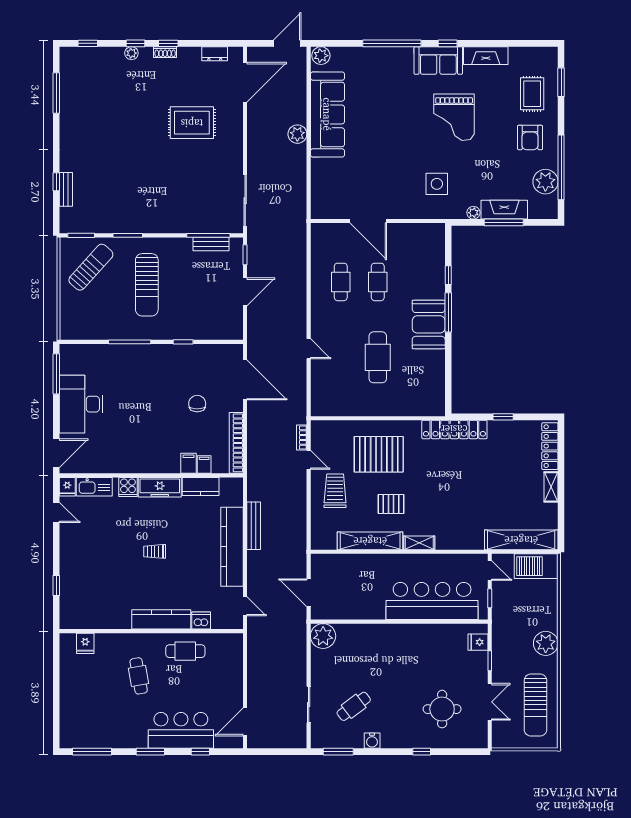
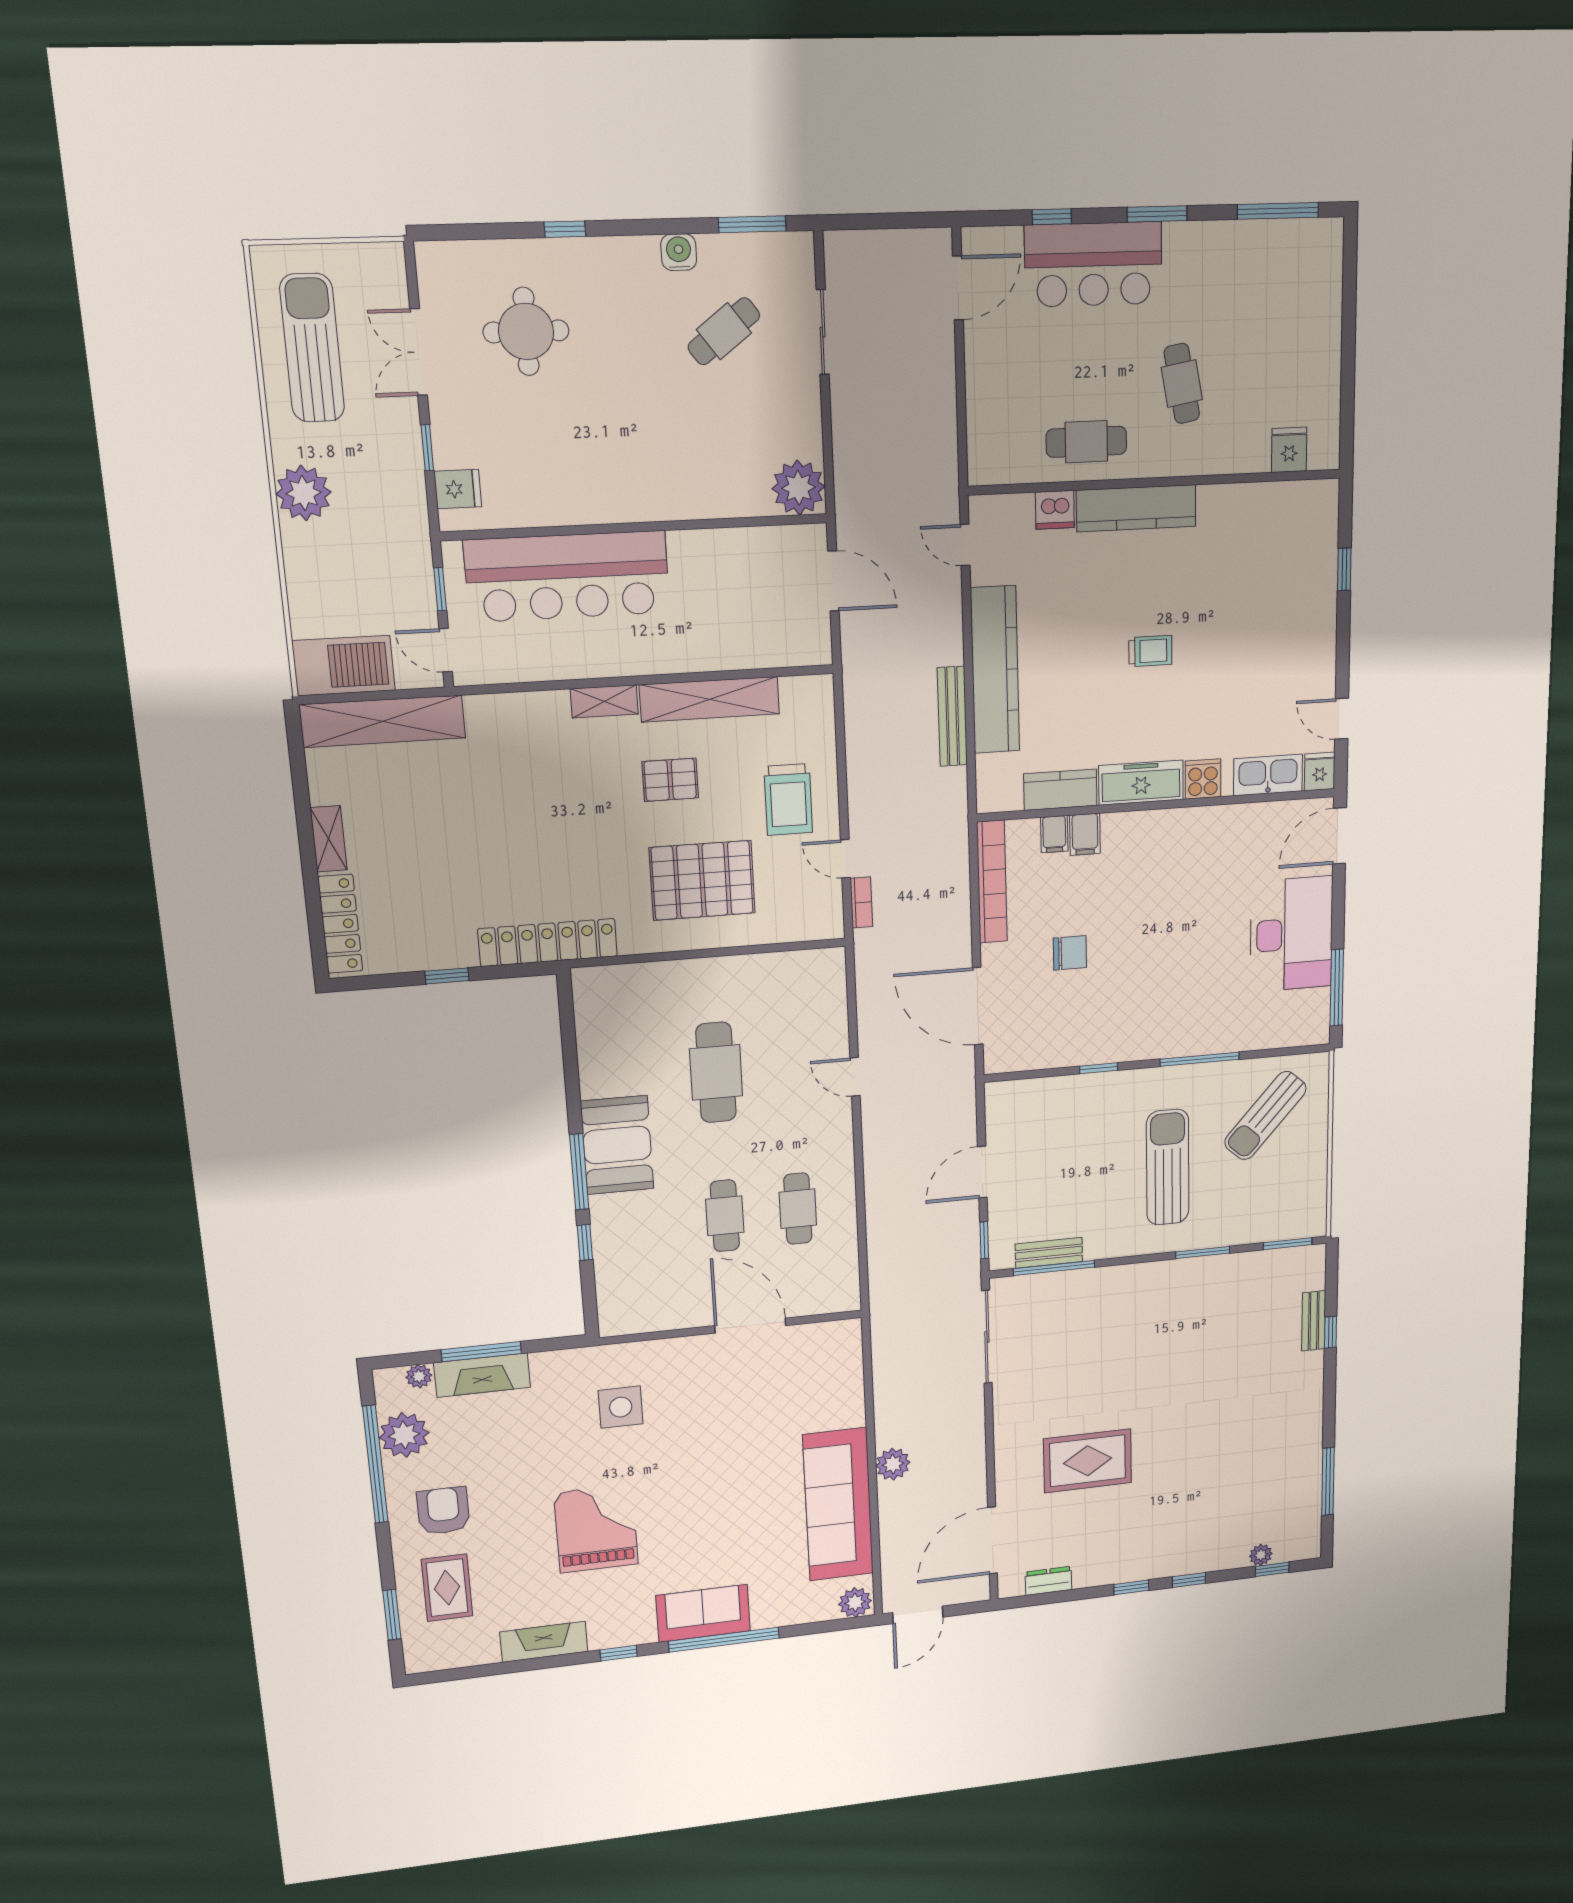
shoe rack: (165, 52) -> (1137, 1572), removed
plant: (131, 53) -> (1261, 1555), moved
sofa: (438, 61) -> (703, 1613), moved
plant: (473, 213) -> (419, 1376), moved
sun lounger: (91, 267) -> (1265, 1116), moved
chair: (197, 404) -> (1070, 953), turned -90

